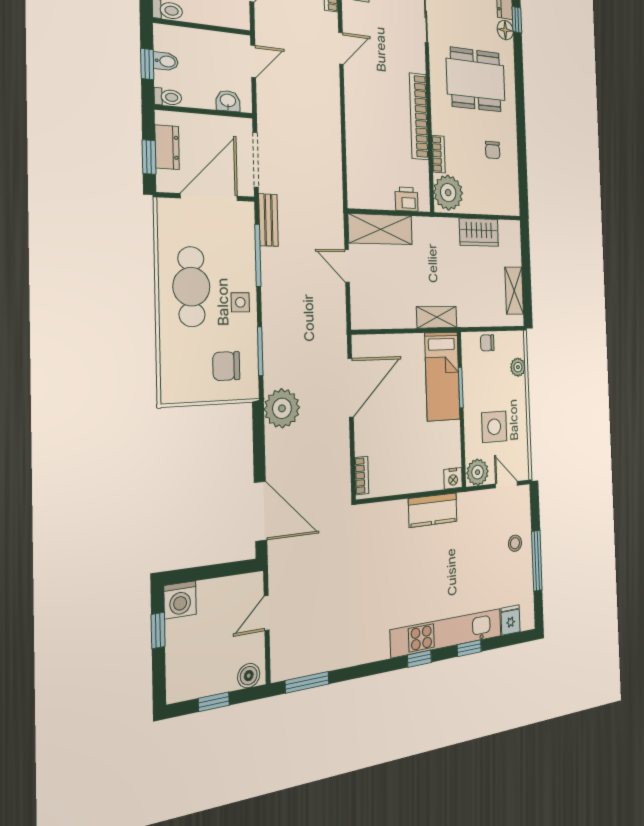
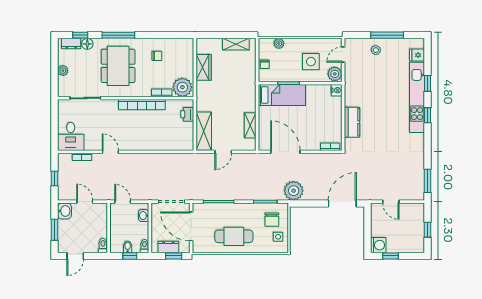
window: (519, 86) -> (118, 35), added
bench: (269, 220) -> (201, 195), removed
side table: (240, 302) -> (278, 237), moved
shelving: (437, 317) -> (250, 125), moved
kitchen counter: (433, 510) -> (352, 122), moved
boiler: (249, 676) -> (419, 212), removed

